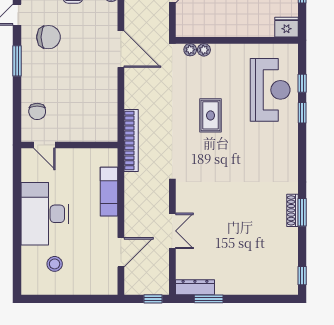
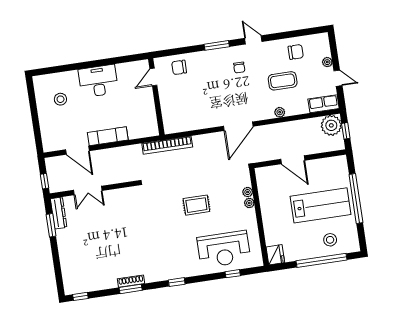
chair: (48, 37) -> (239, 68), width x0.54, depth x0.54
plant: (190, 50) -> (249, 203), moved
window: (302, 113) -> (177, 282), moved
exam couch: (109, 192) -> (108, 136), moved
desk: (45, 214) -> (98, 81), width x0.73, depth x0.77
double door: (172, 231) -> (88, 190), moved

